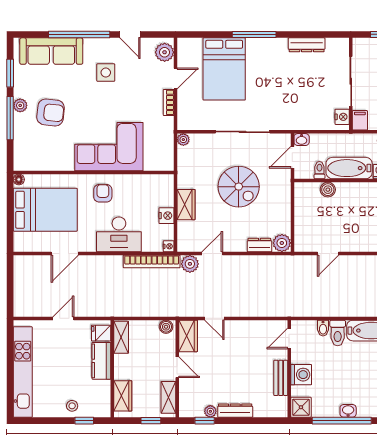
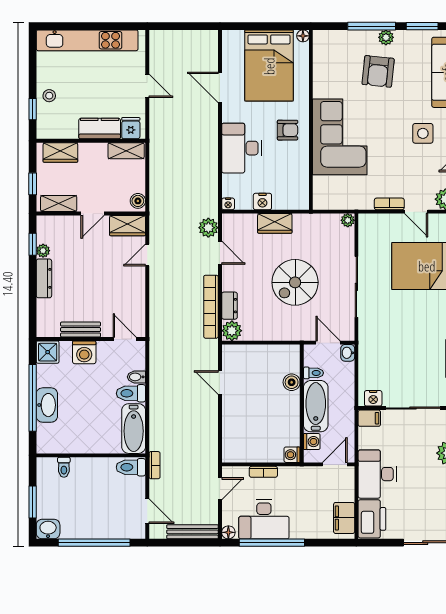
bookcase: (152, 262) -> (211, 307), moved
washbasin: (348, 411) -> (47, 405), width x1.91, depth x1.45

